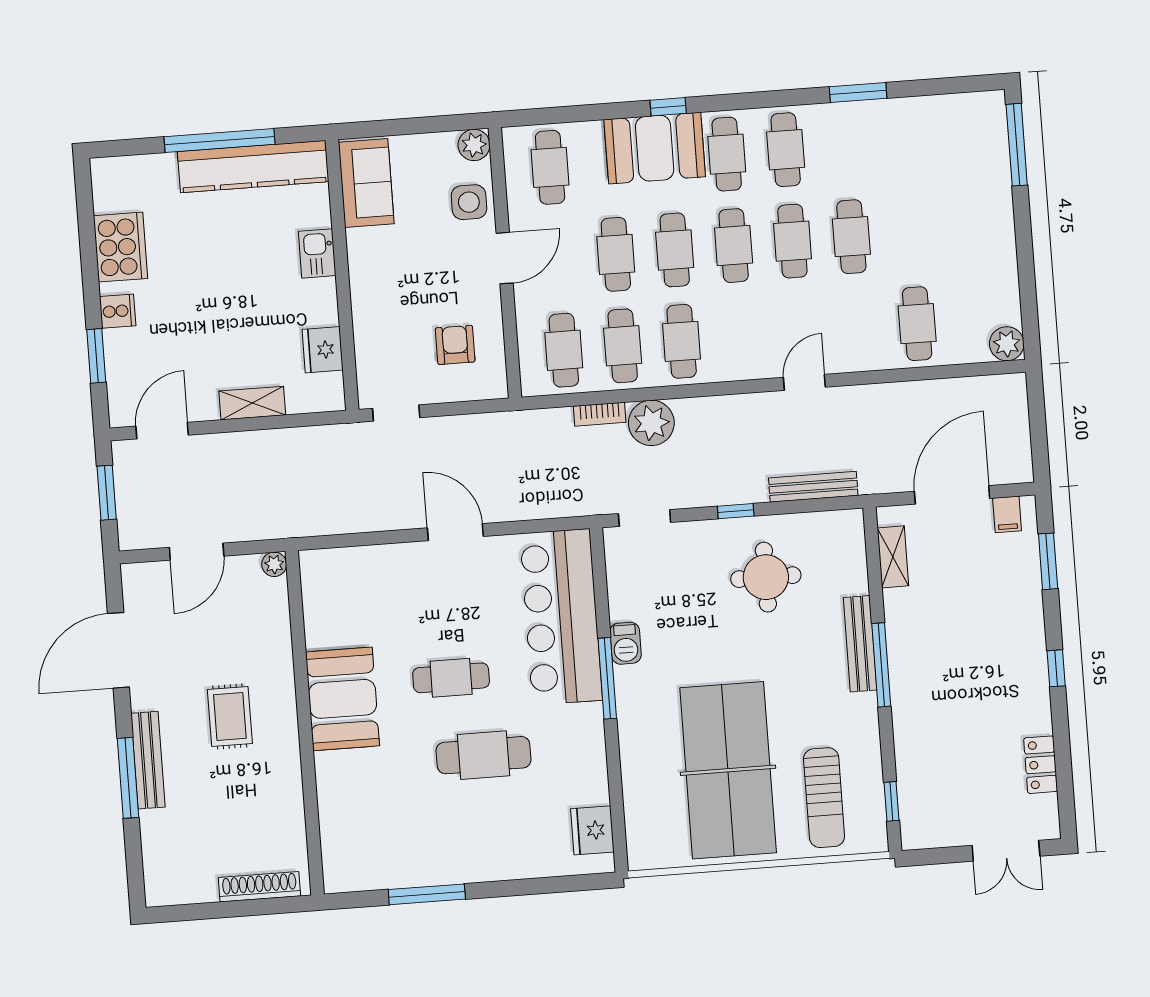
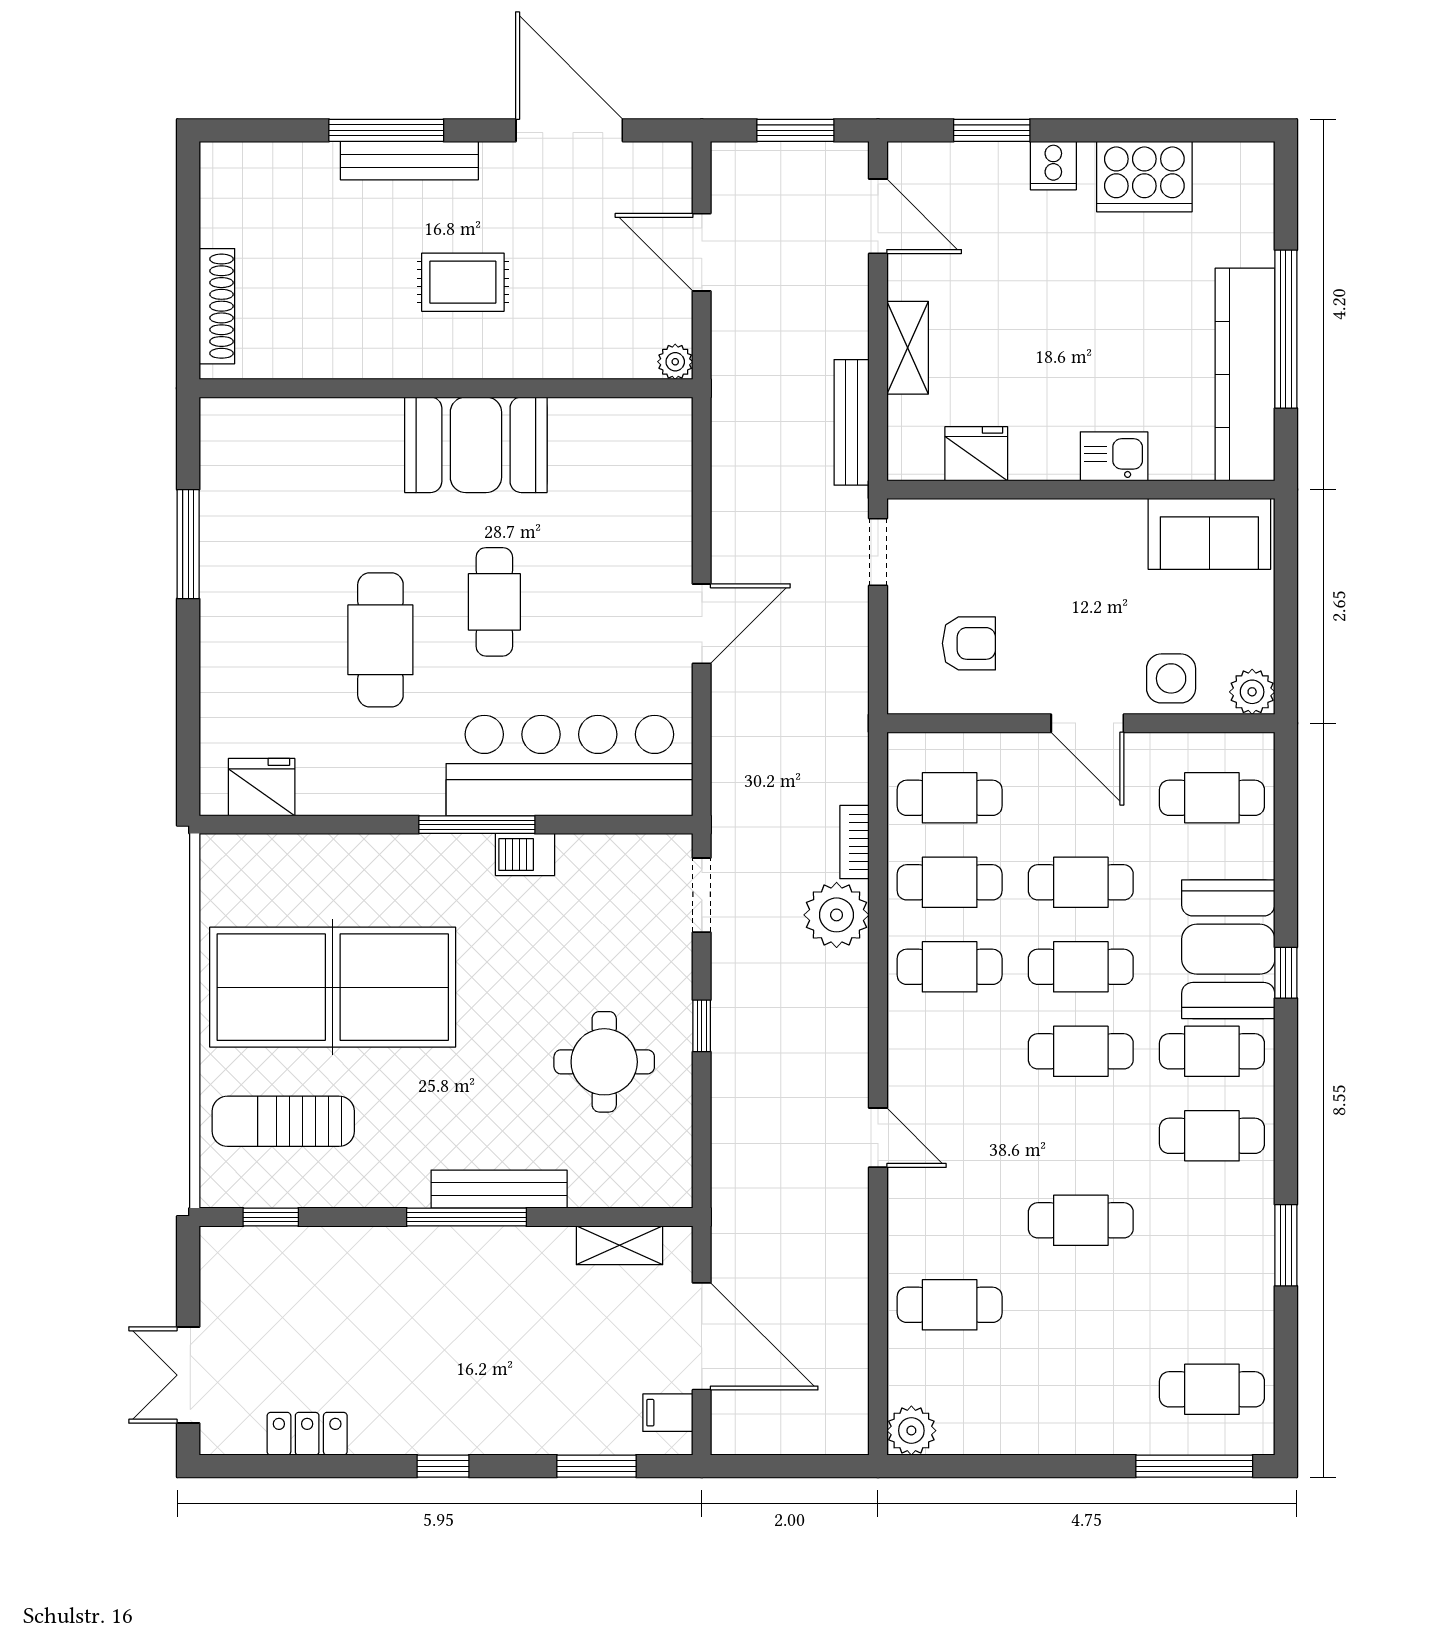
cafe table: (792, 241) -> (1212, 1389), moved
bench: (813, 487) -> (852, 422), moved

